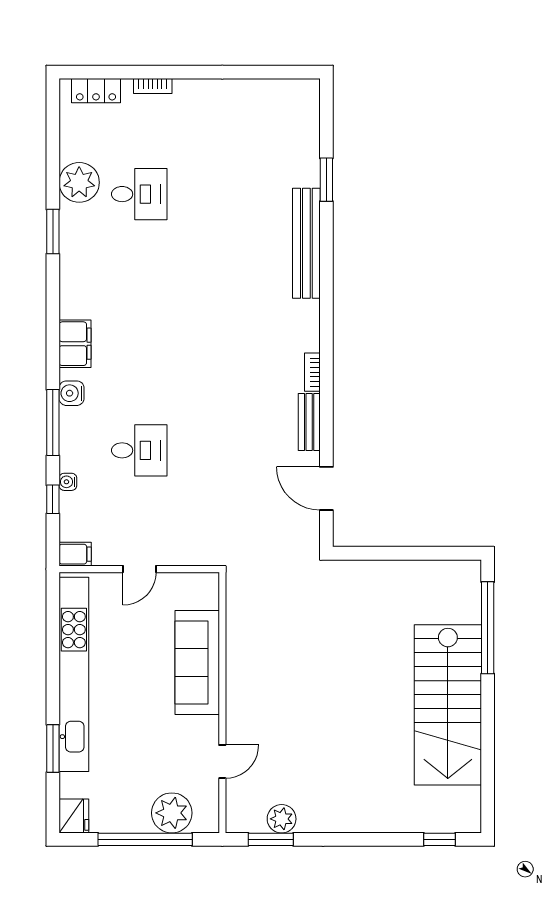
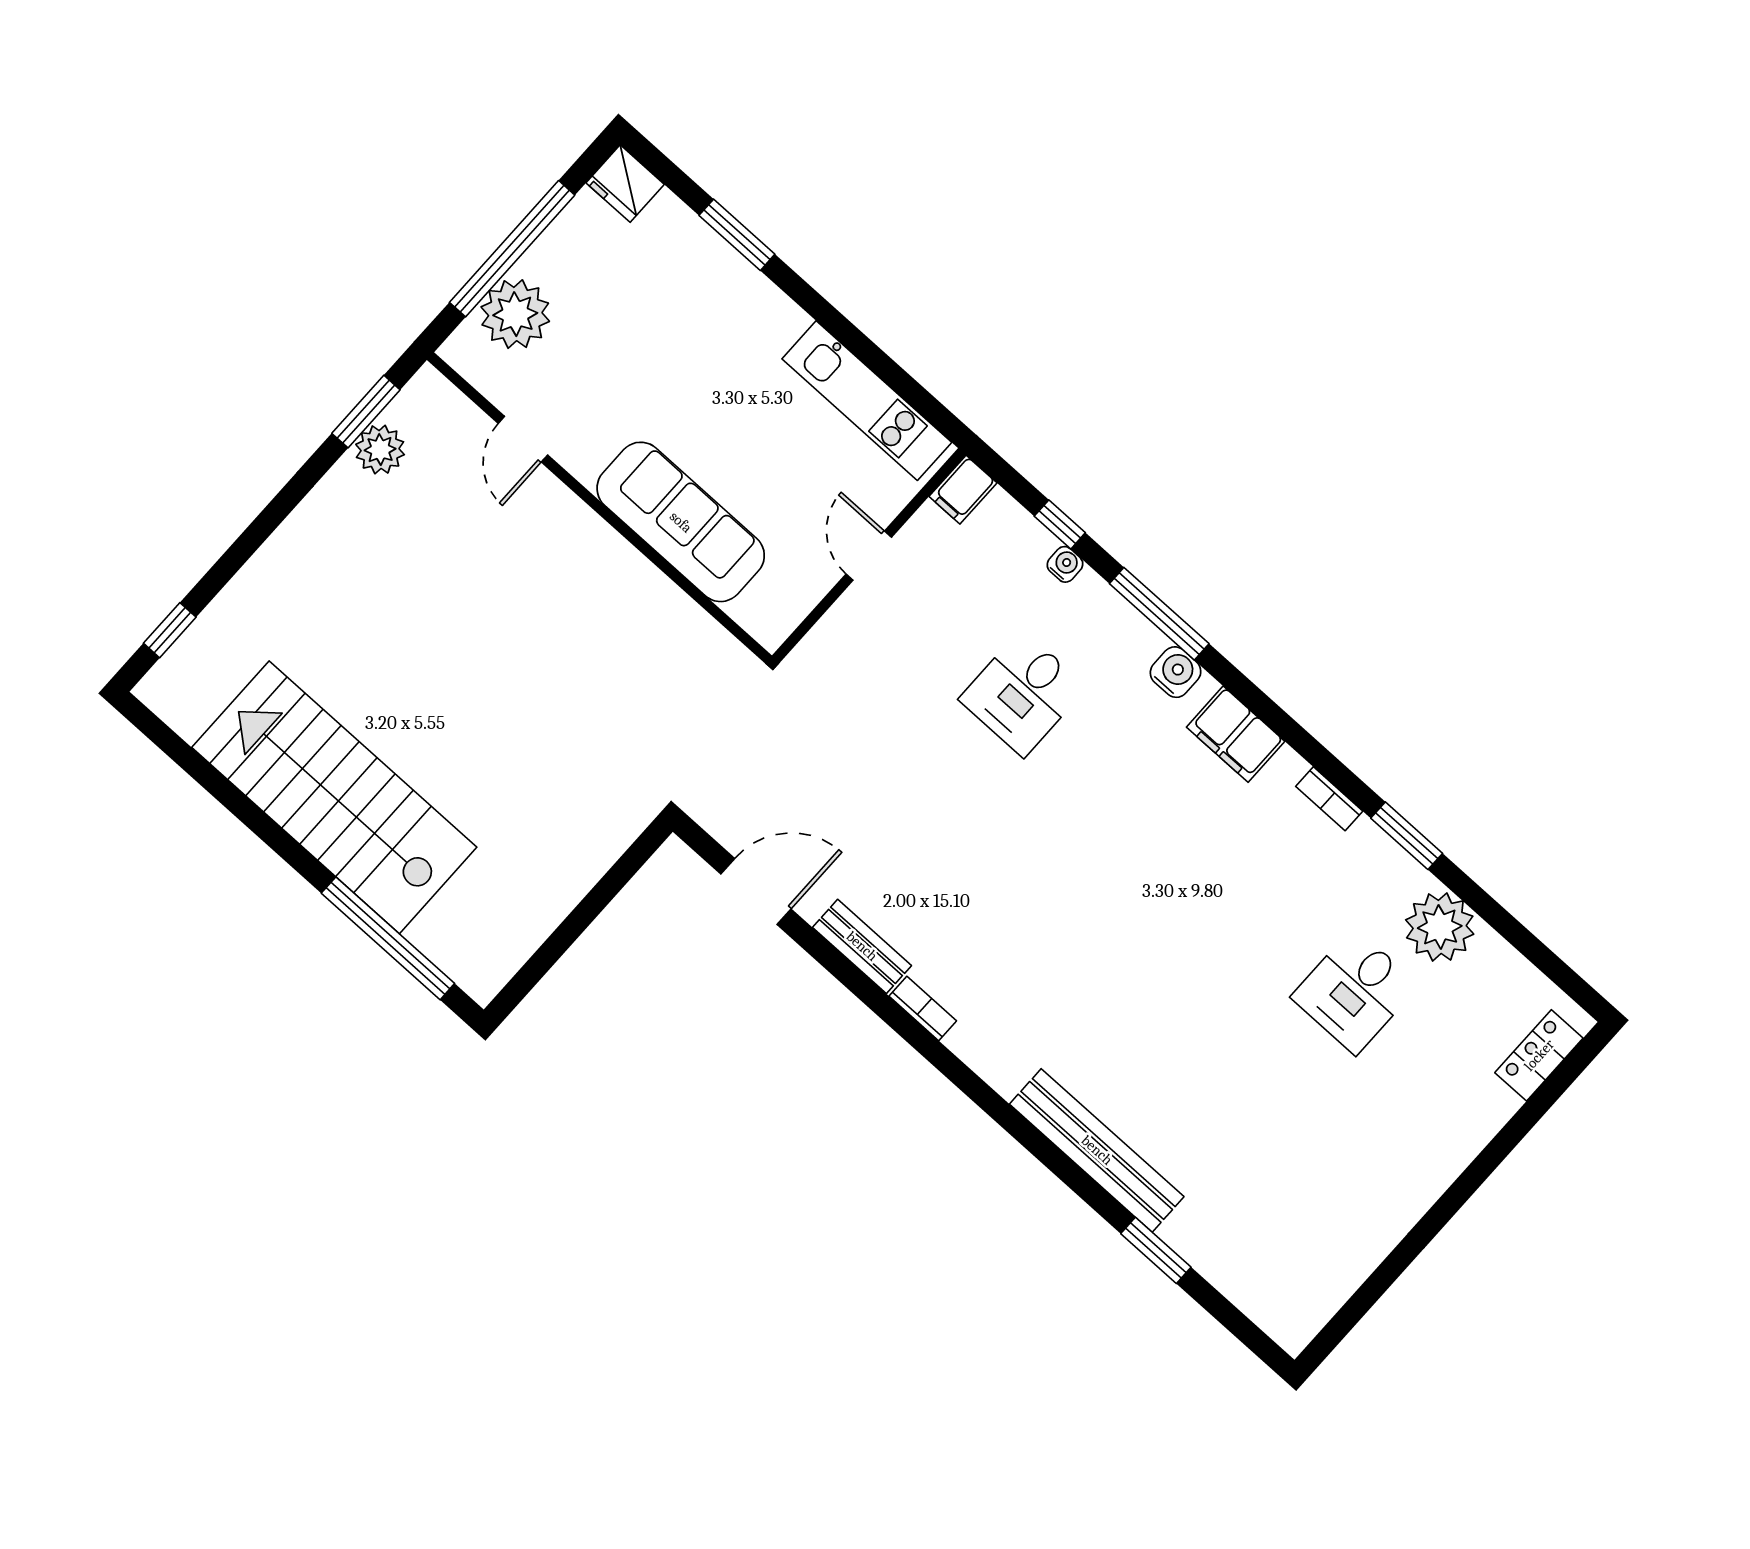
bookcase: (153, 86) -> (1329, 799), moved, turned -90
kitchen unit: (74, 674) -> (867, 401), width x0.54

